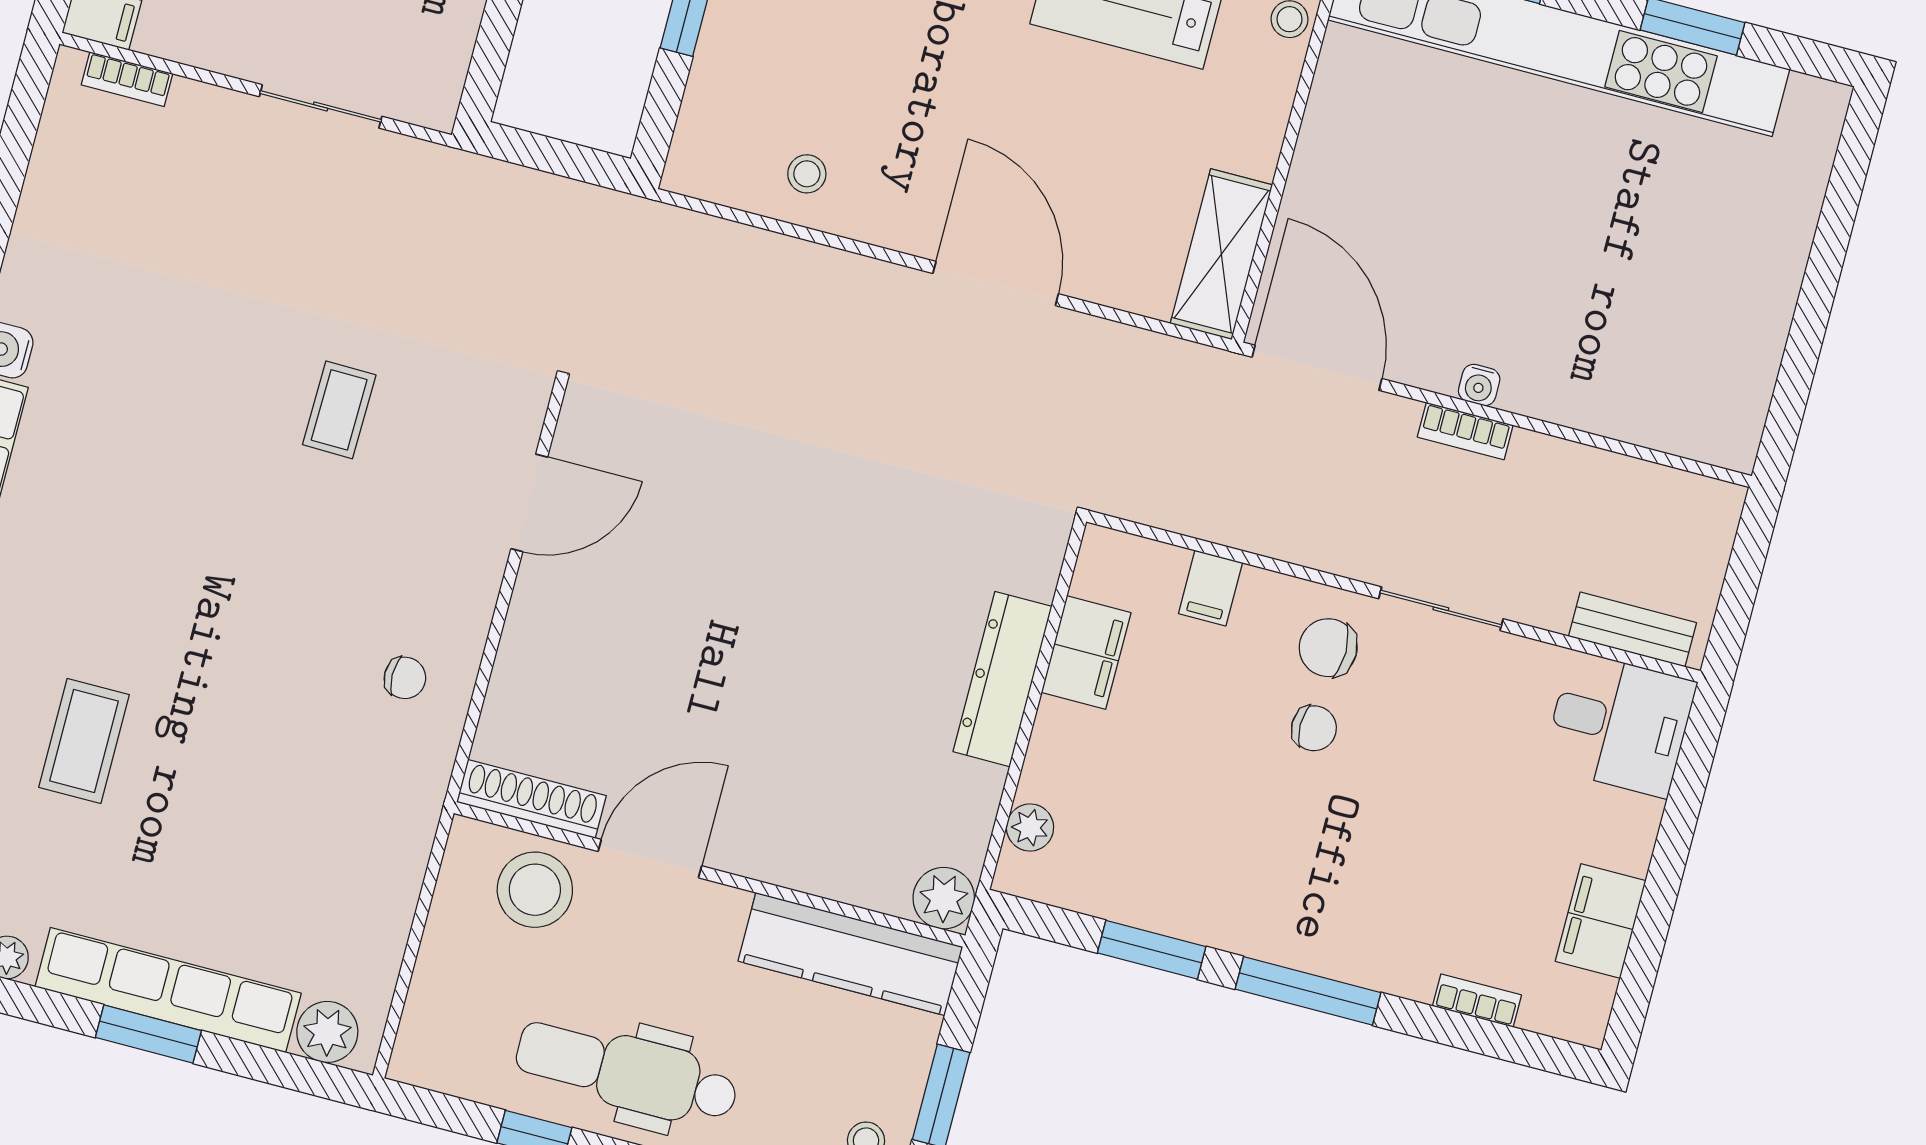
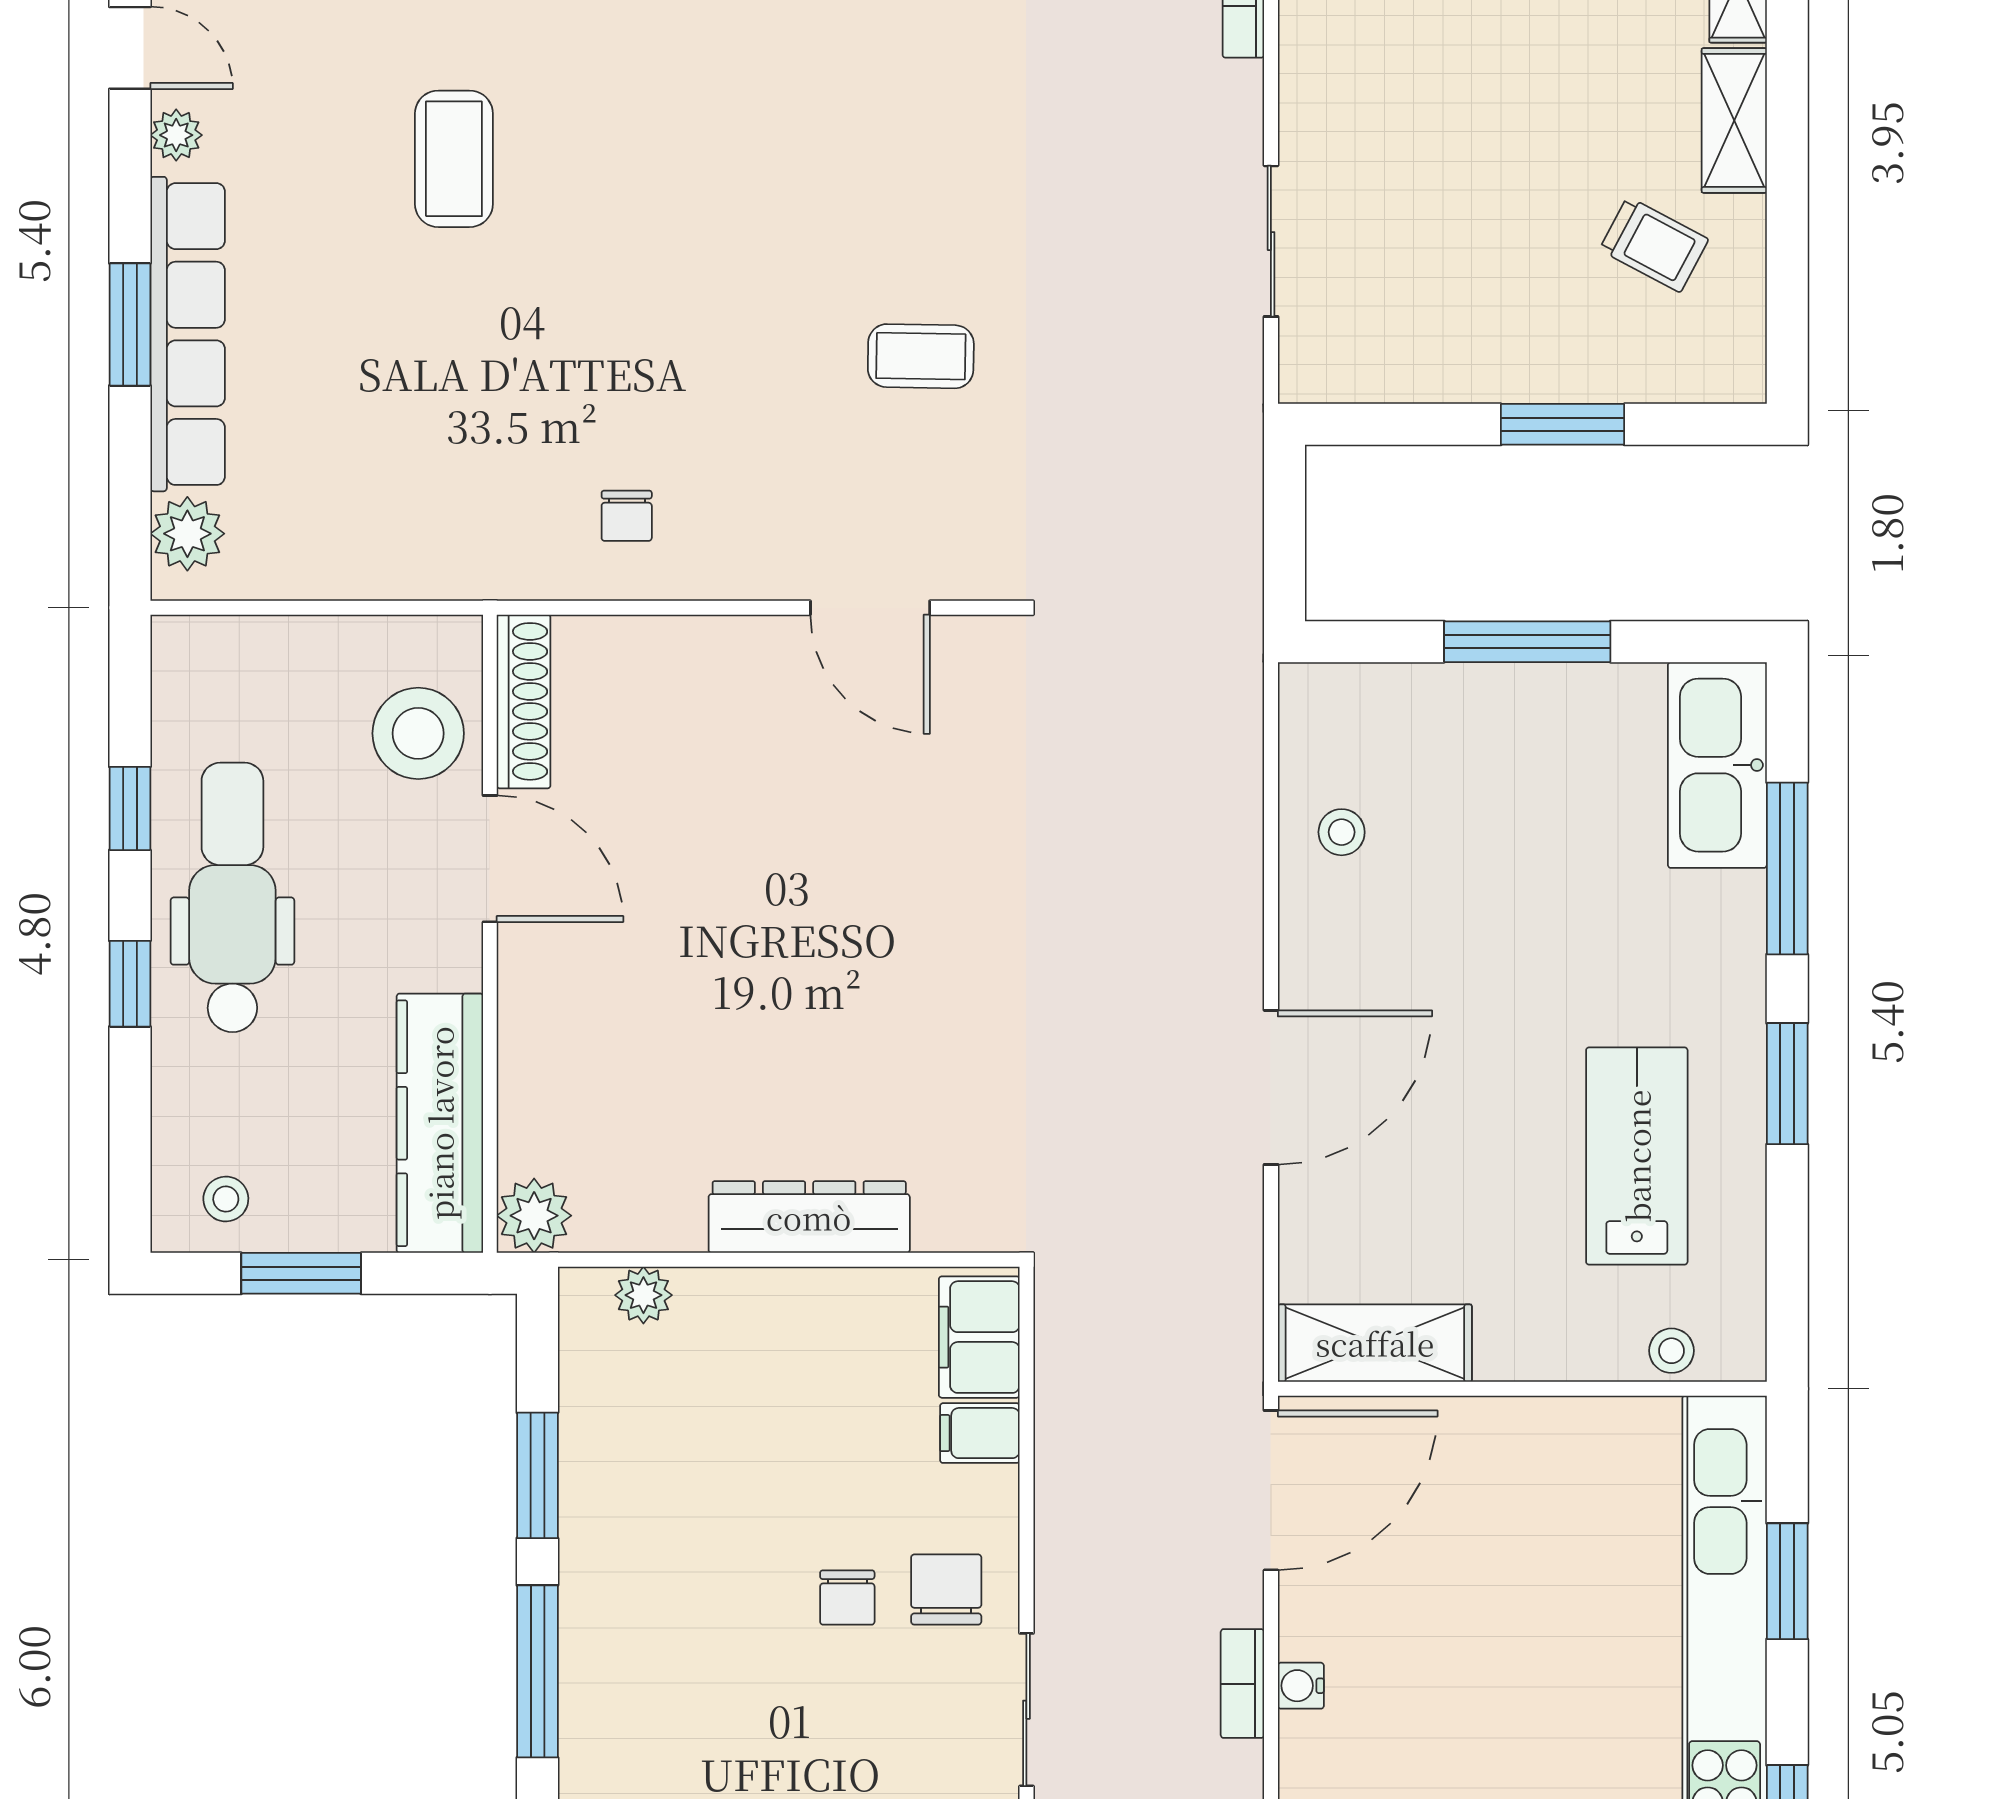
filing cabinet: (1086, 652) -> (979, 1337), moved, turned 90
coffee table: (84, 741) -> (454, 159), turned 90

